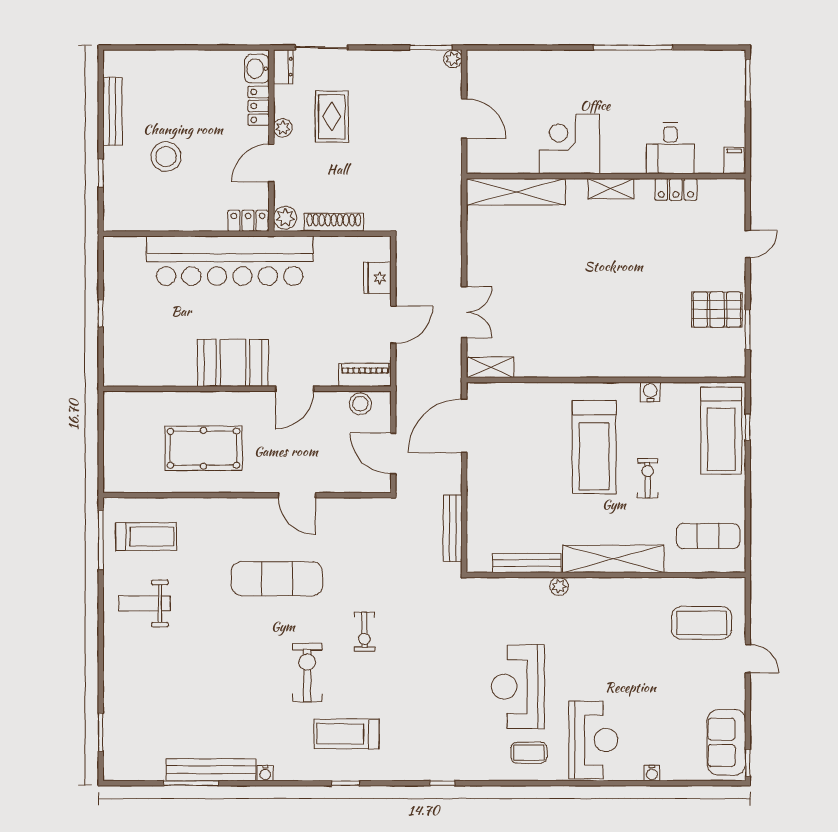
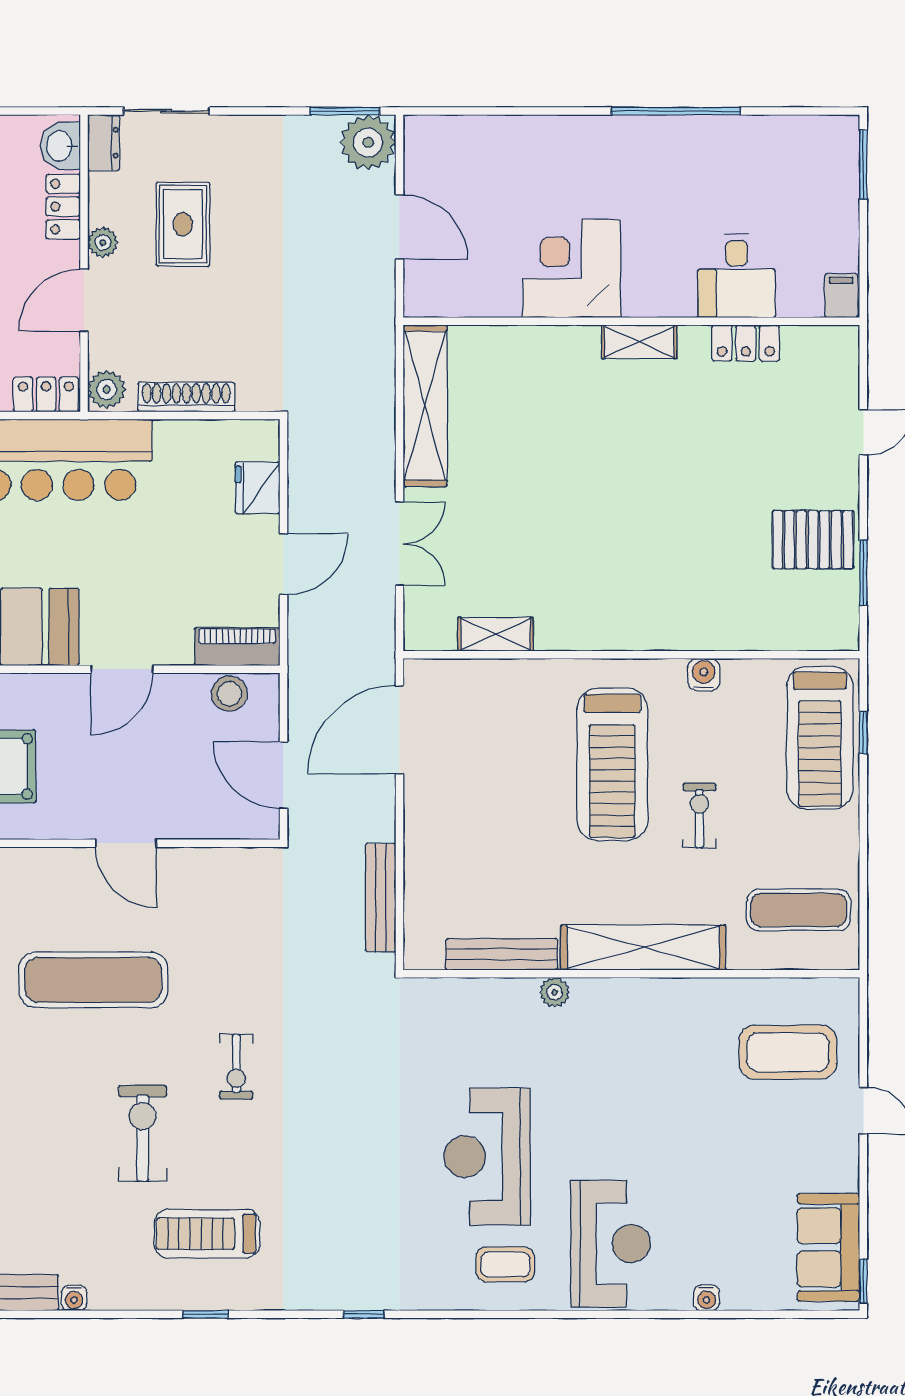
plant: (453, 59) -> (368, 142), width x1.88, depth x1.88
shelving: (516, 192) -> (425, 406), moved, turned 90
shelving: (491, 367) -> (496, 634), moved

